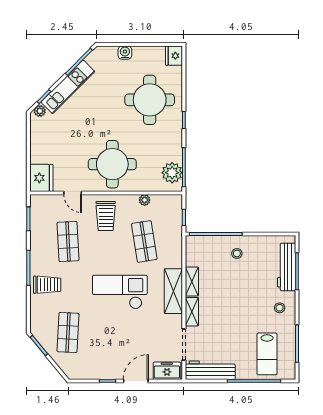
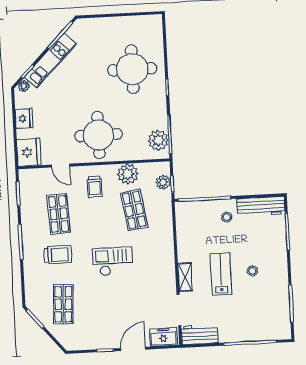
water cooler: (125, 53) -> (105, 24), removed
fridge: (174, 56) -> (24, 118), moved, turned 180
plant: (145, 200) -> (128, 174), width x1.88, depth x1.88
plant: (175, 215) -> (163, 182), added
trolley: (106, 216) -> (95, 187), width x0.73, depth x0.72
workbench: (287, 267) -> (261, 206), moved, turned -90
shelving: (192, 282) -> (184, 247), removed
trolley: (47, 285) -> (58, 255), moved
shelving: (173, 291) -> (166, 258), removed
checkout: (120, 292) -> (113, 261), width x0.73, depth x0.83
stool: (280, 308) -> (252, 271), moved
lab bench: (267, 354) -> (221, 274), moved, turned 180
workbench: (210, 370) -> (200, 335), width x0.73

